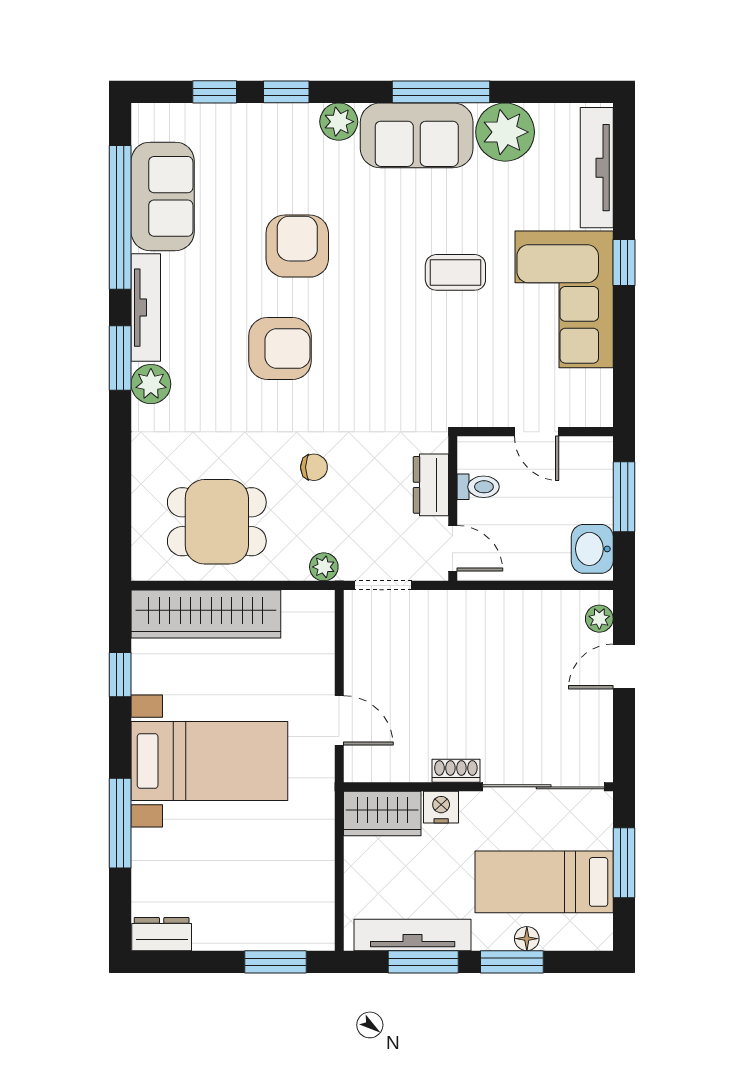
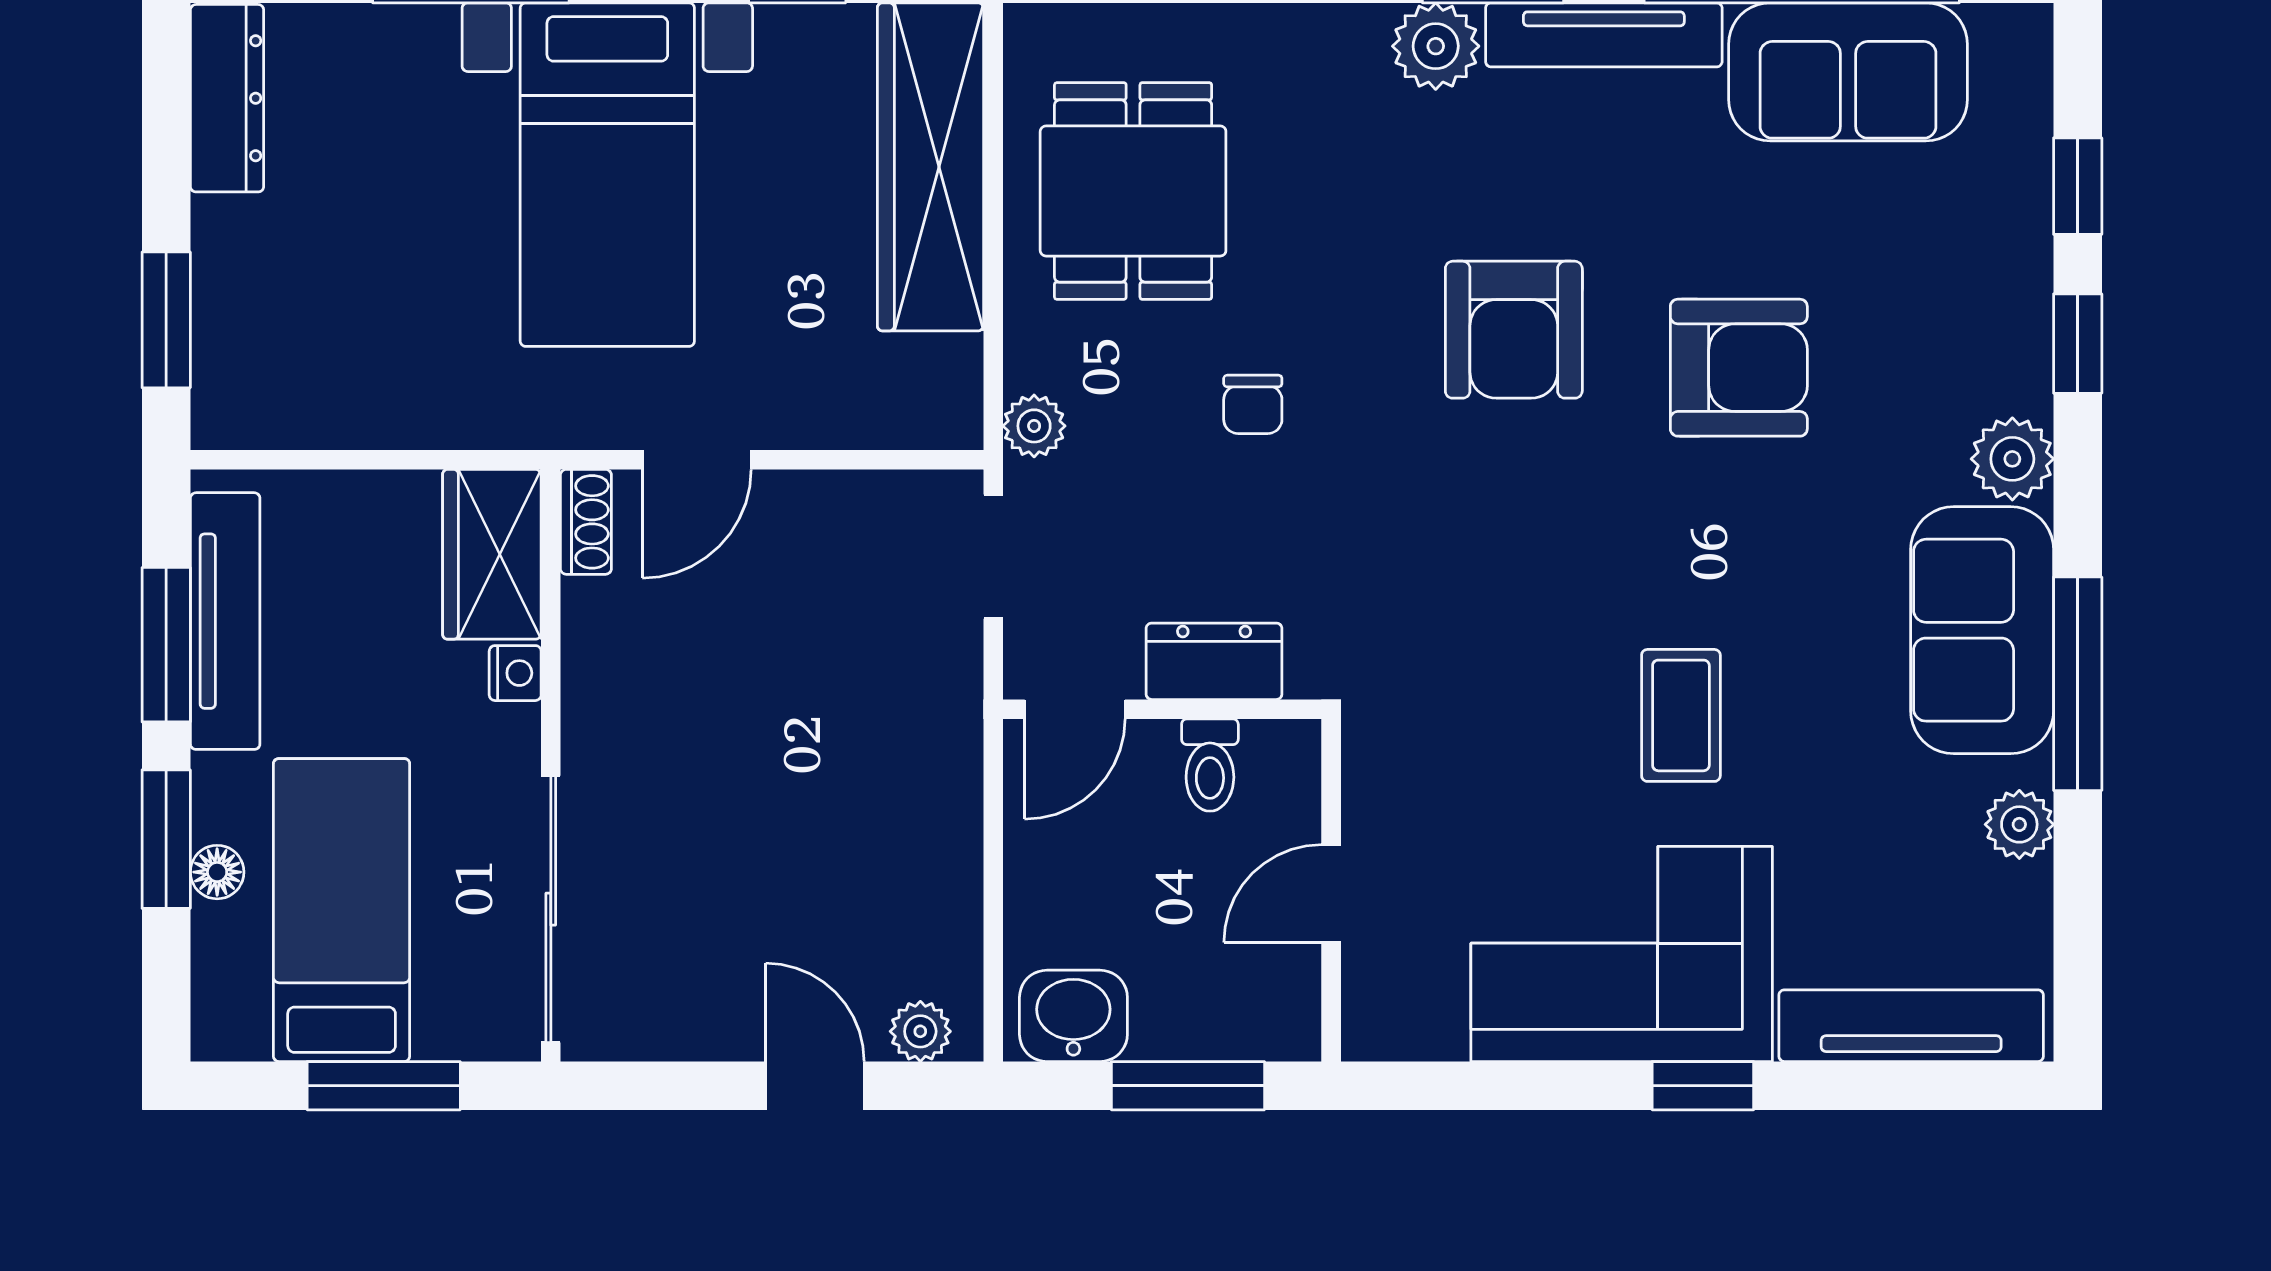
plant: (505, 132) -> (2019, 824), width x0.53, depth x0.53
shoe rack: (456, 771) -> (586, 522), moved
nightstand: (441, 807) -> (515, 673), width x0.72, depth x0.74
dresser: (162, 934) -> (227, 98), width x1.44

